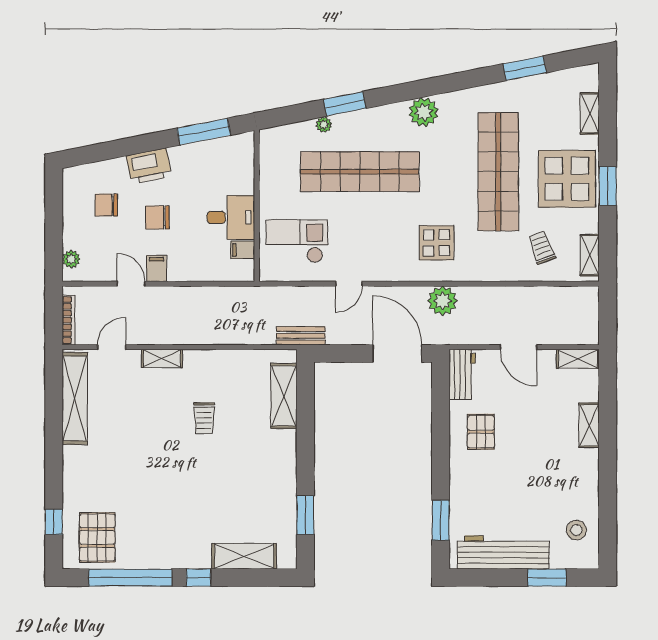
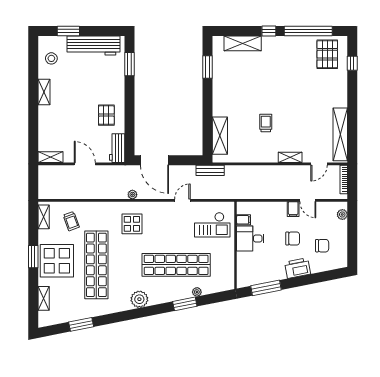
plant: (443, 301) -> (132, 195), width x0.53, depth x0.53
shelving: (589, 425) -> (44, 92), moved

